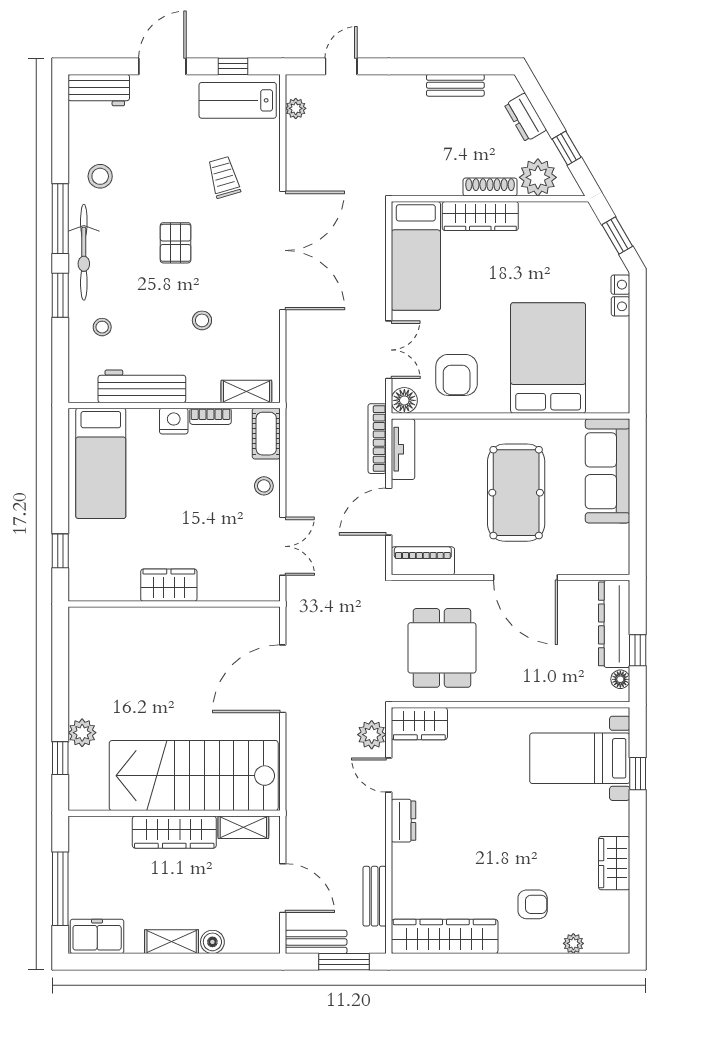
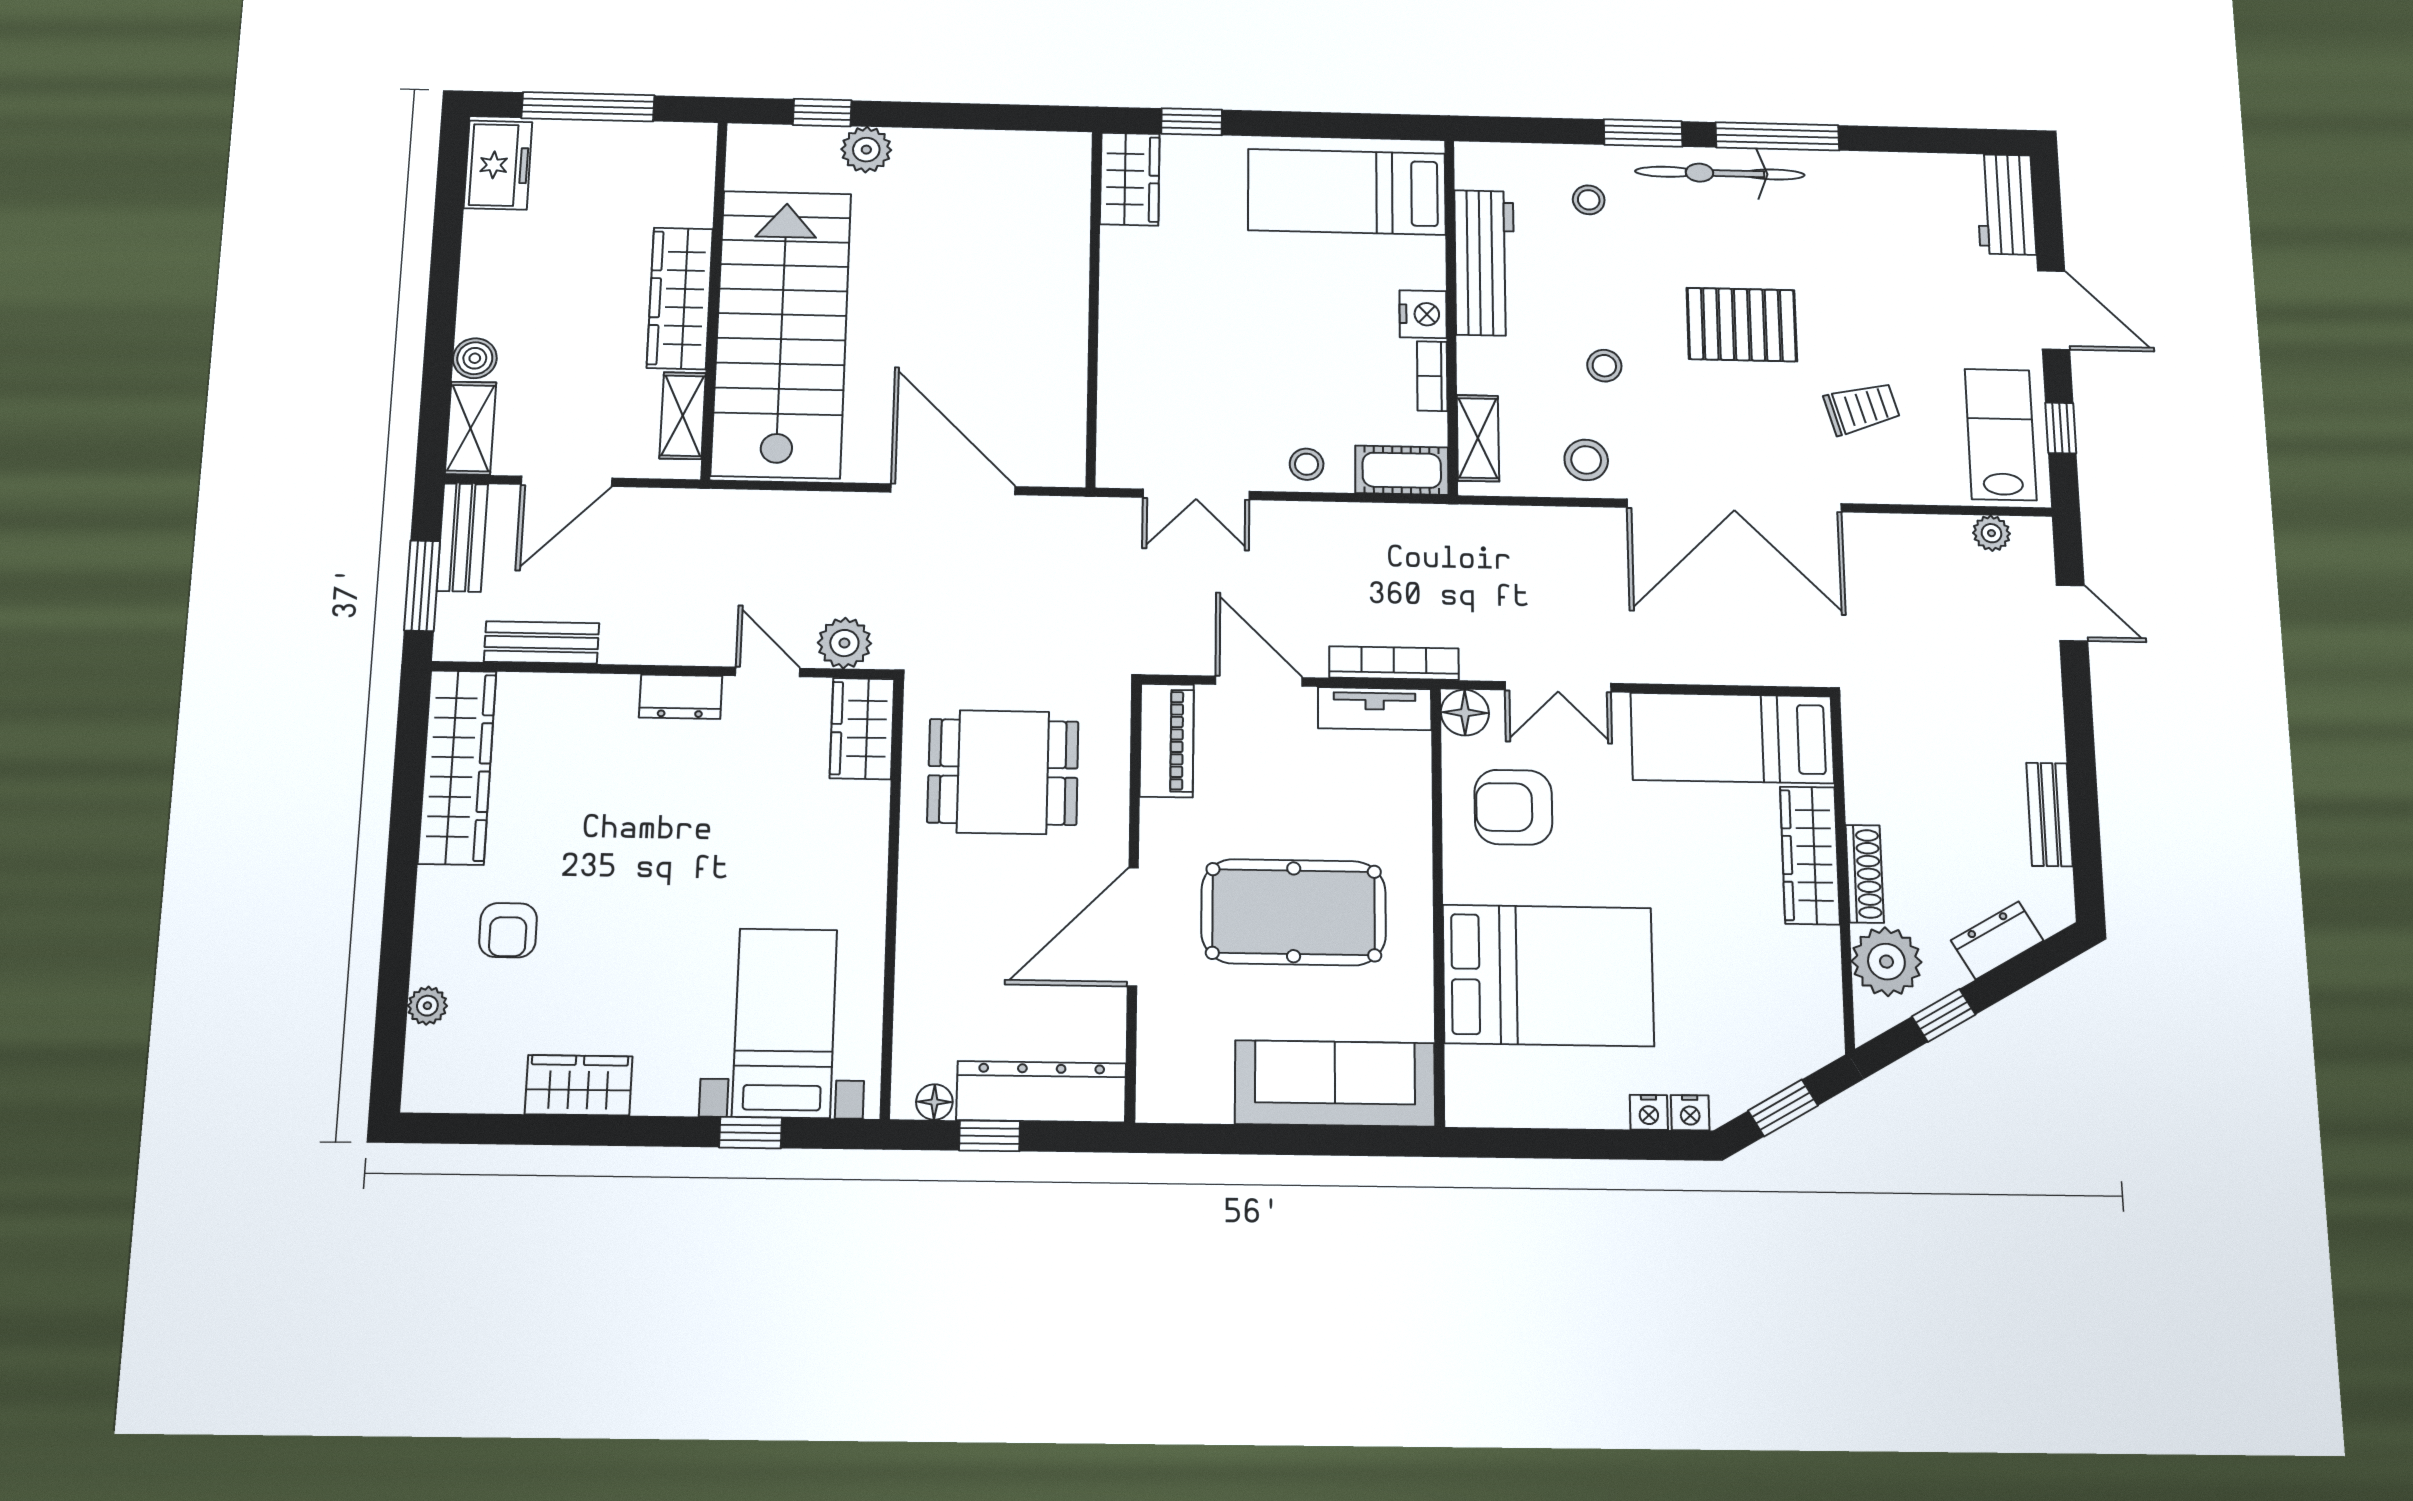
stool: (100, 176) -> (1586, 460), moved
pallet: (176, 243) -> (1742, 325), width x1.50, depth x1.42
wardrobe: (169, 585) -> (1130, 179), moved
door: (389, 775) -> (768, 672), hinge flipped
shelving: (172, 942) -> (471, 428), moved

